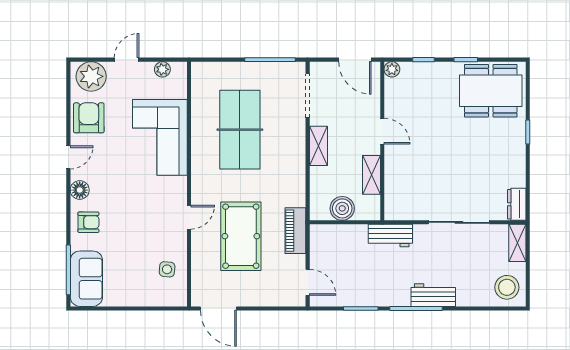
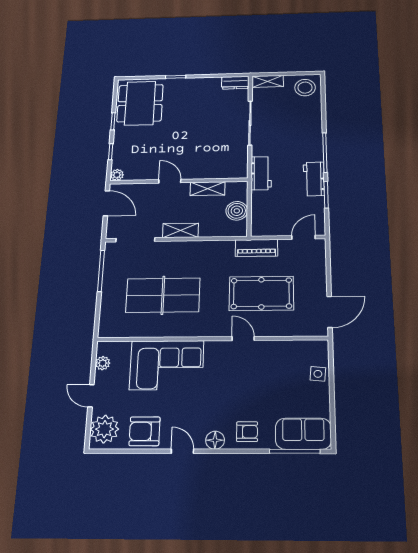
door: (355, 60) -> (106, 203), hinge flipped
door: (382, 131) -> (170, 181), hinge flipped
armchair: (88, 222) -> (247, 432), turned 90
side table: (167, 269) -> (318, 374), moved
workbench: (433, 295) -> (314, 179), moved

